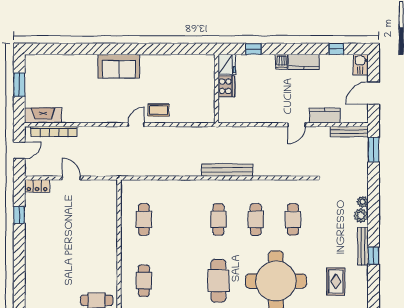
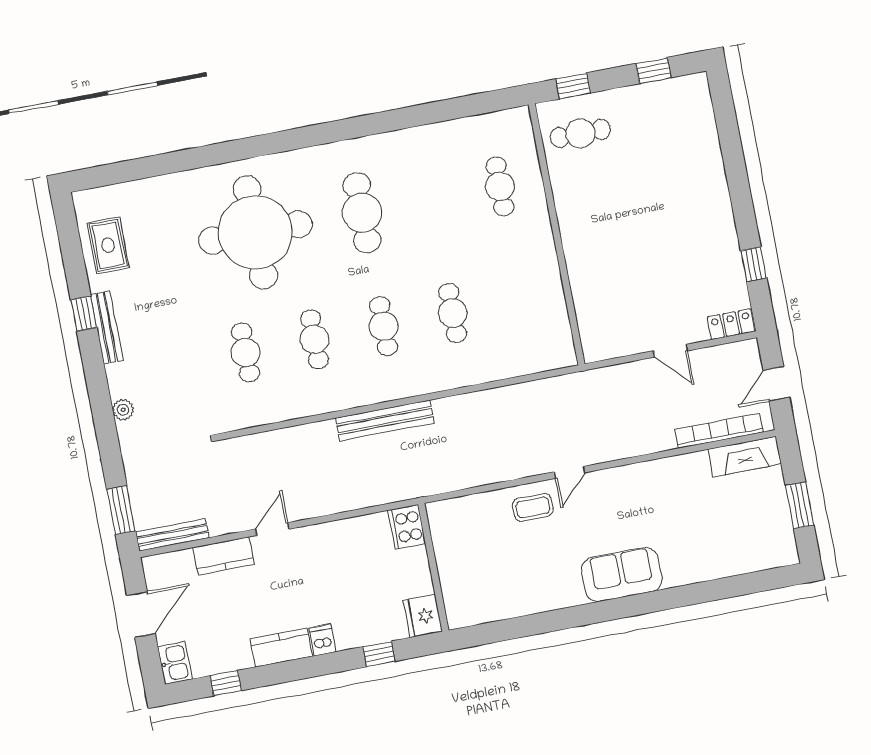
cooker: (226, 86) -> (407, 527), moved
plant: (361, 216) -> (121, 383), removed
cafe table: (144, 219) -> (453, 313), moved
rug: (336, 282) -> (108, 245), moved

